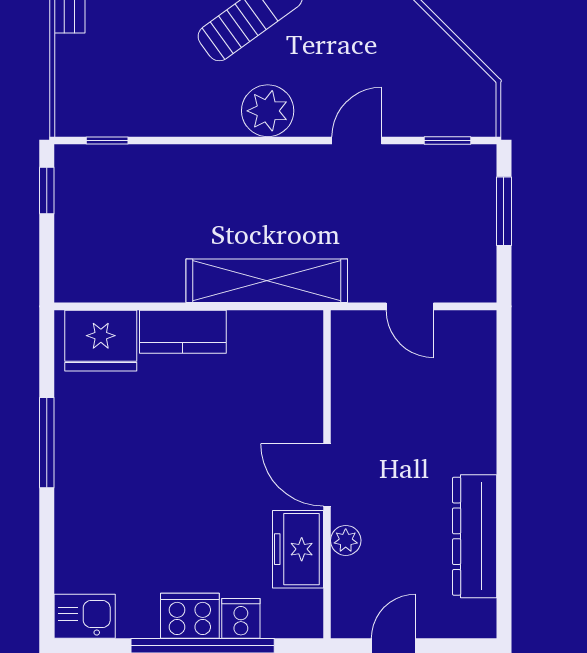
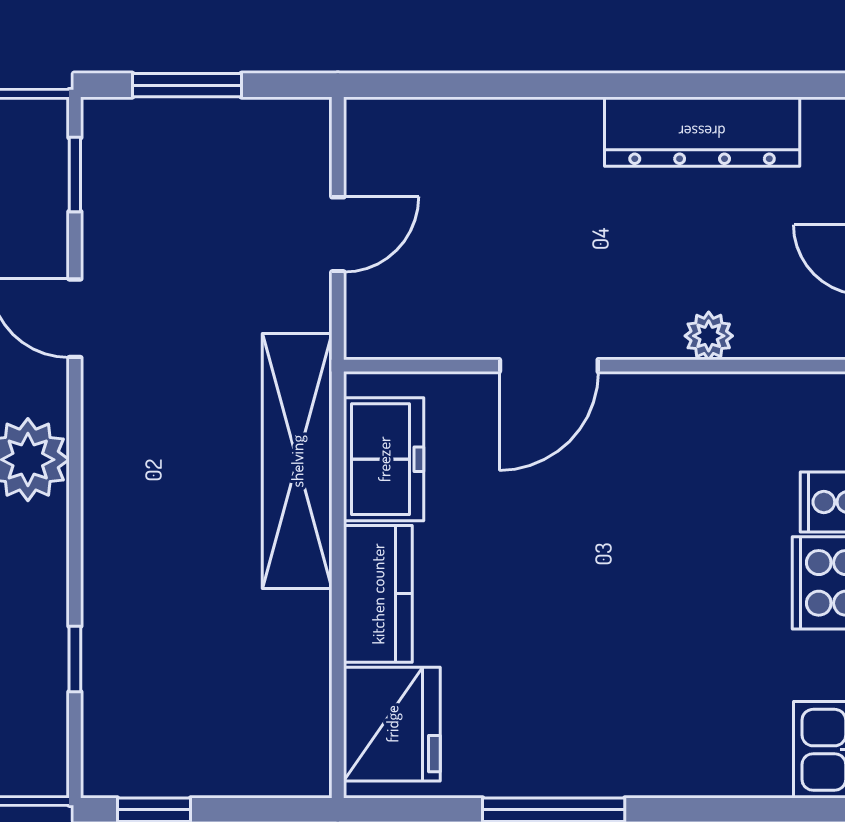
window: (107, 140) -> (75, 659), moved
door: (327, 475) -> (549, 366), moved
freezer: (298, 549) -> (384, 459), moved, turned -90

